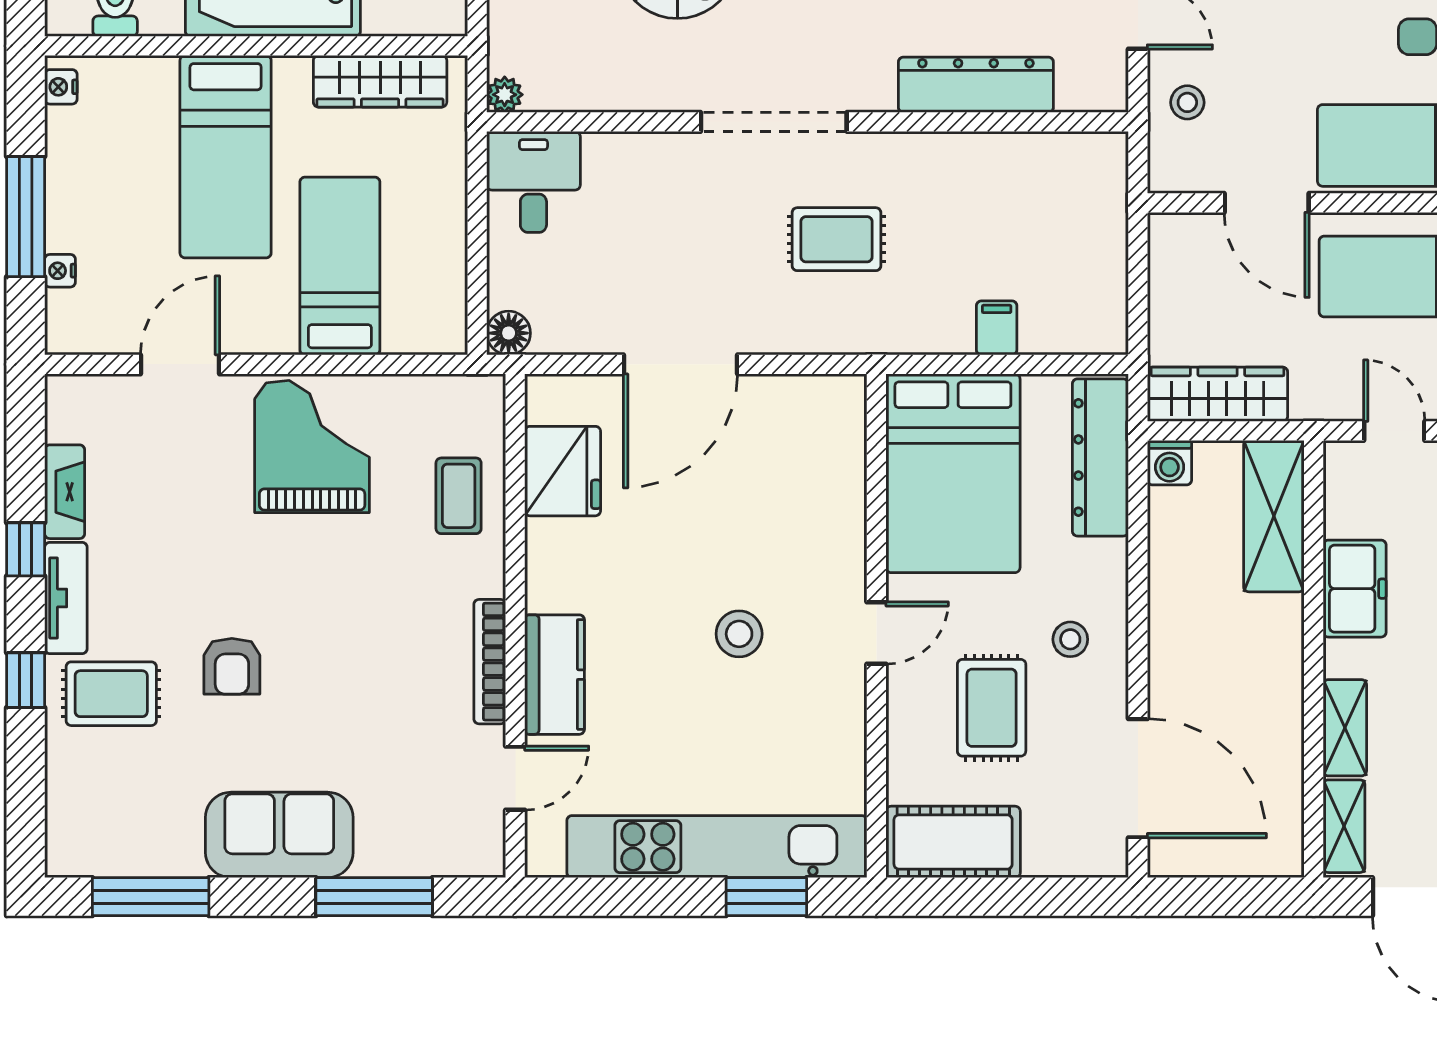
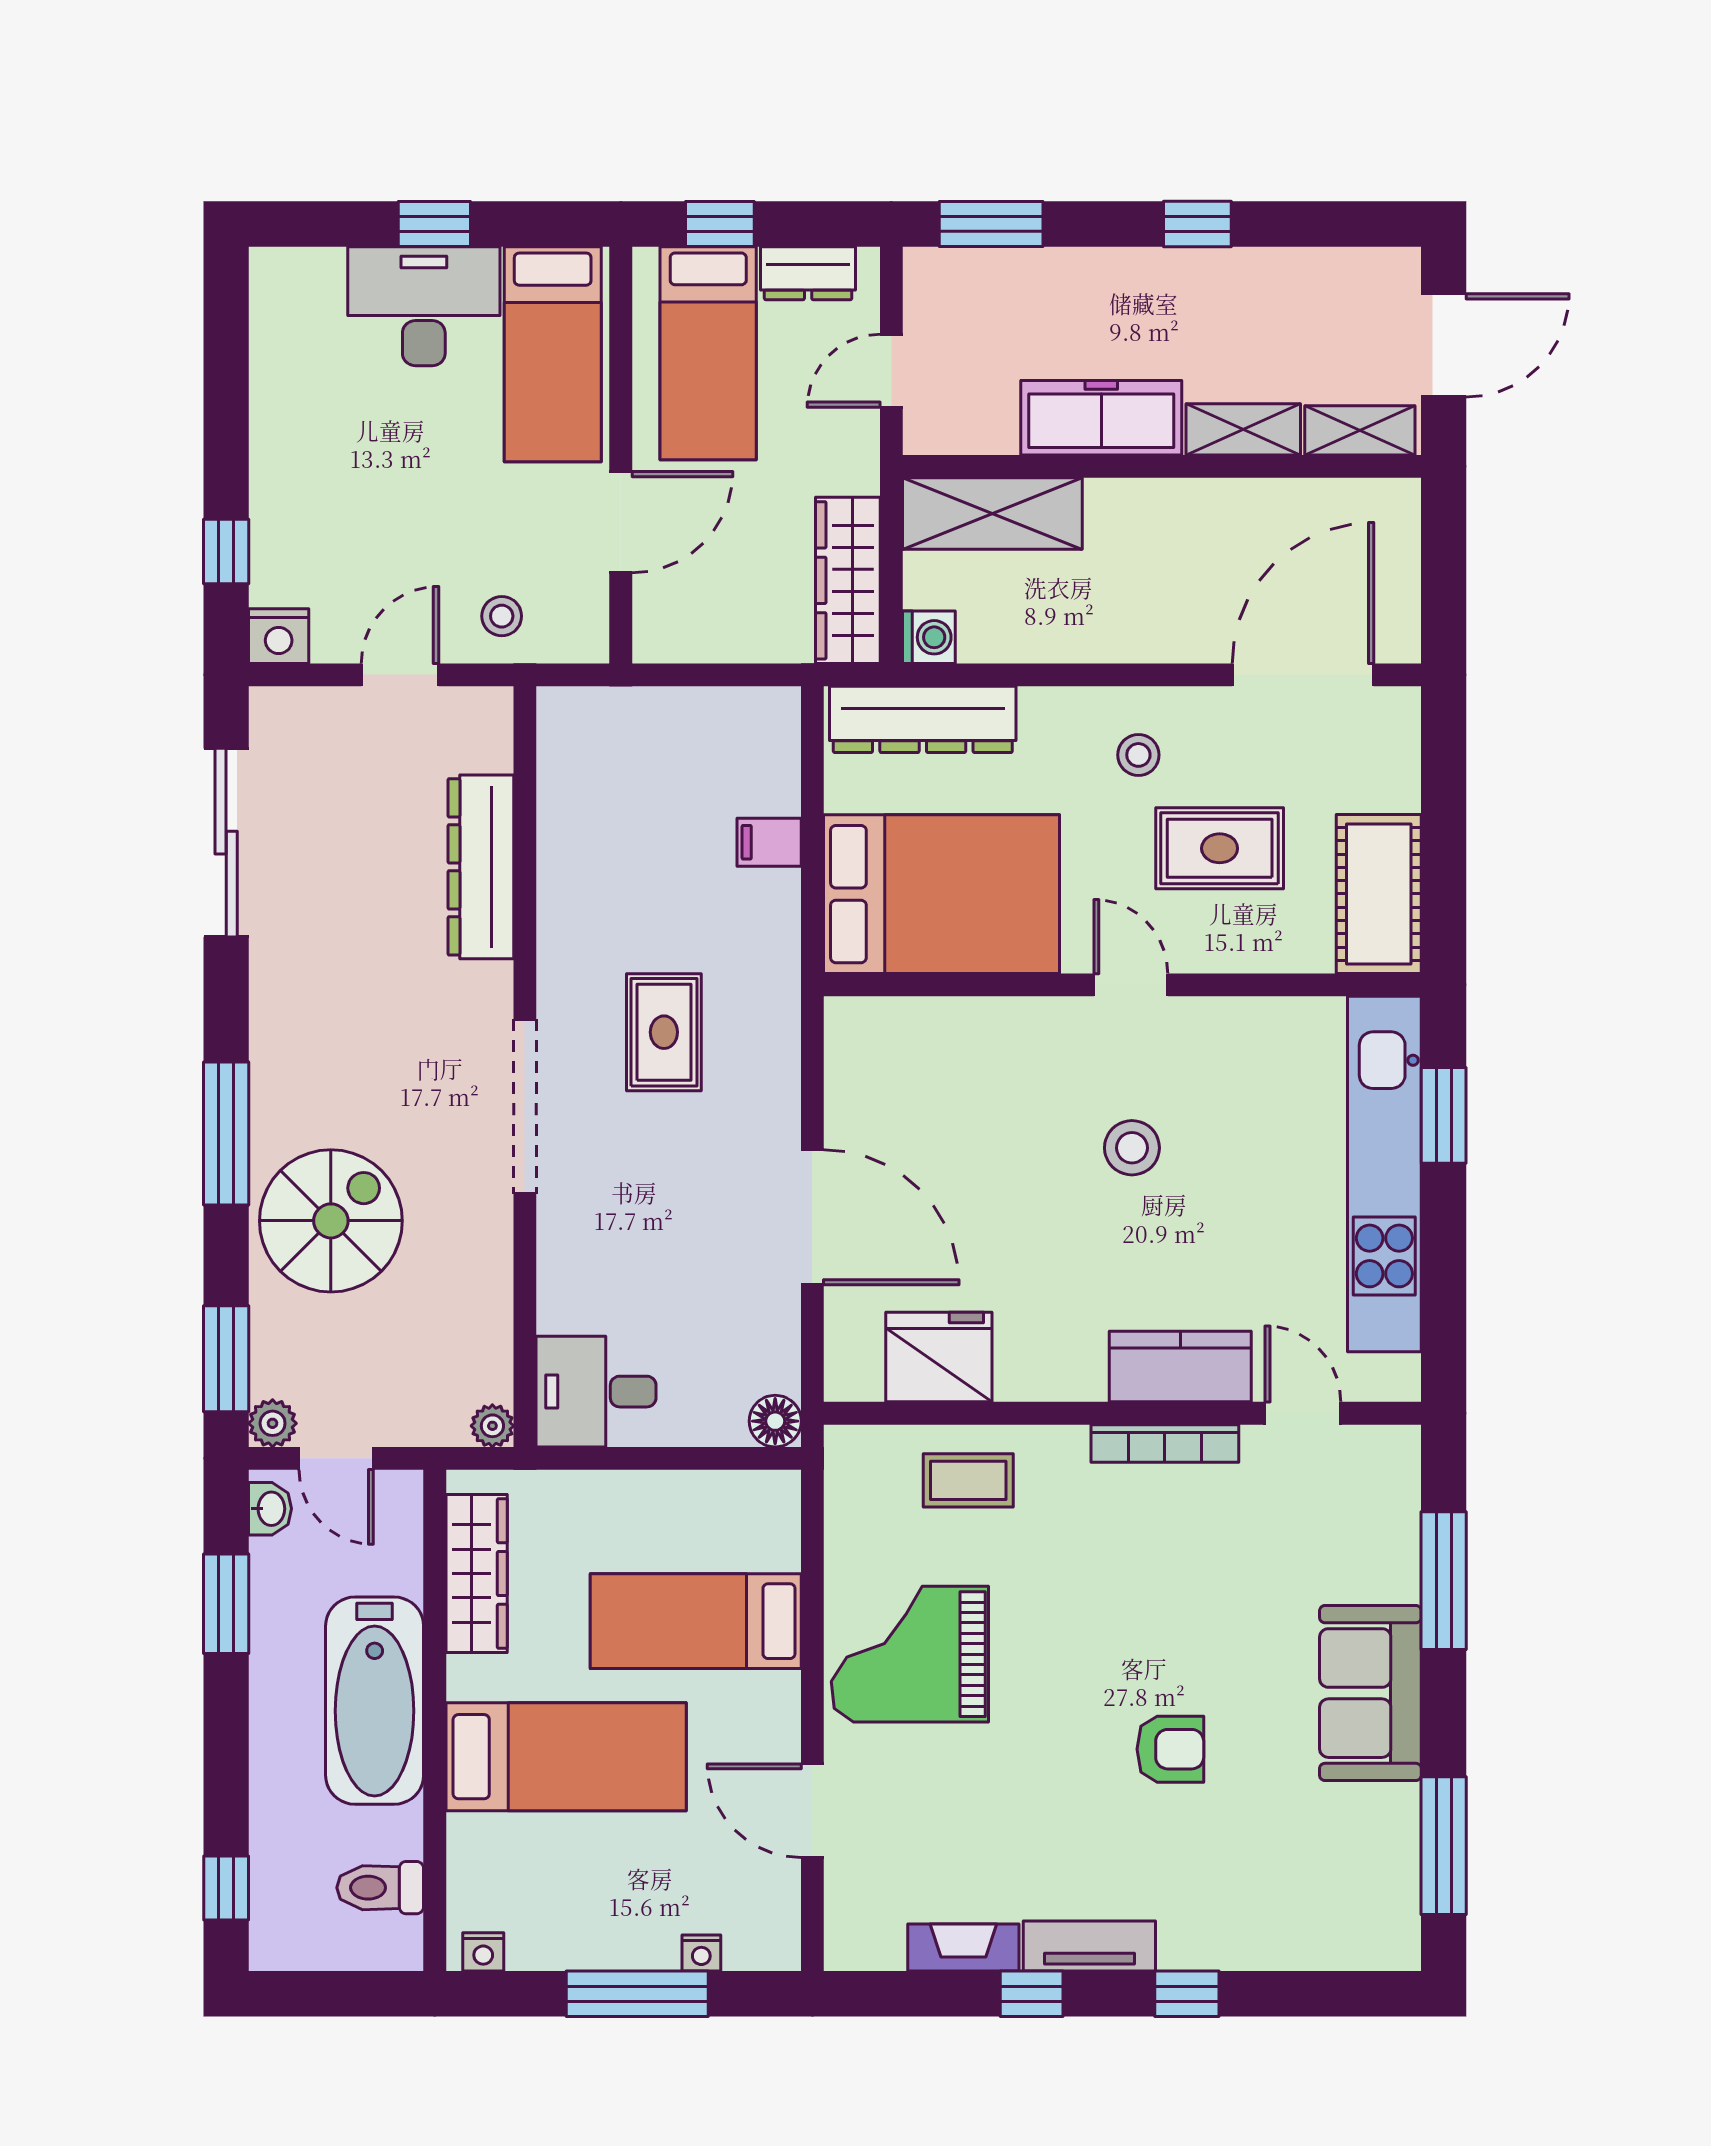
freezer: (1355, 589) -> (1101, 418), width x1.40
rug: (111, 694) -> (1203, 1892), removed

